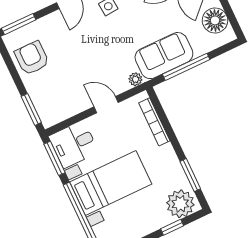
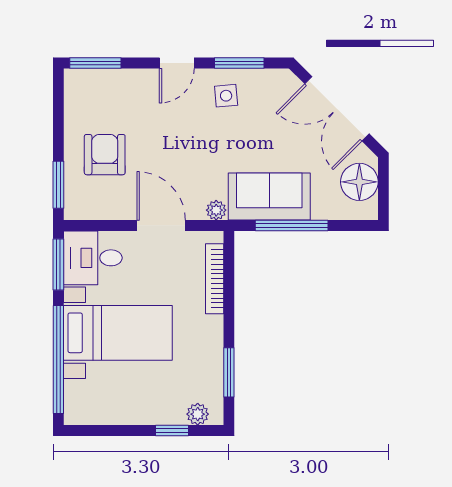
armchair: (32, 58) -> (105, 155), moved
door: (106, 105) -> (161, 225), width x1.38
plant: (180, 204) -> (198, 414), width x0.53, depth x0.53

